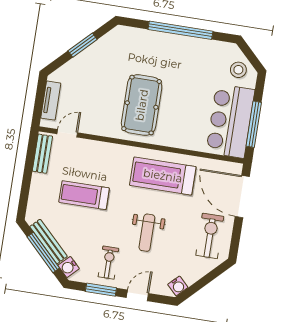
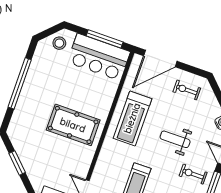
weight bench: (147, 233) -> (175, 139), turned 180
exercise bike: (210, 236) -> (187, 90), width x0.73, depth x0.72

